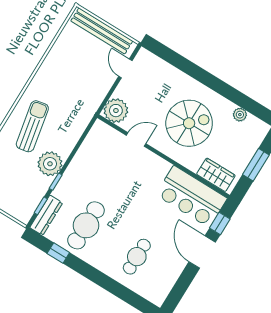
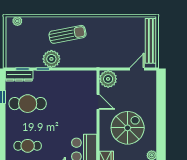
spiral stairs: (189, 123) -> (128, 128), turned -90

